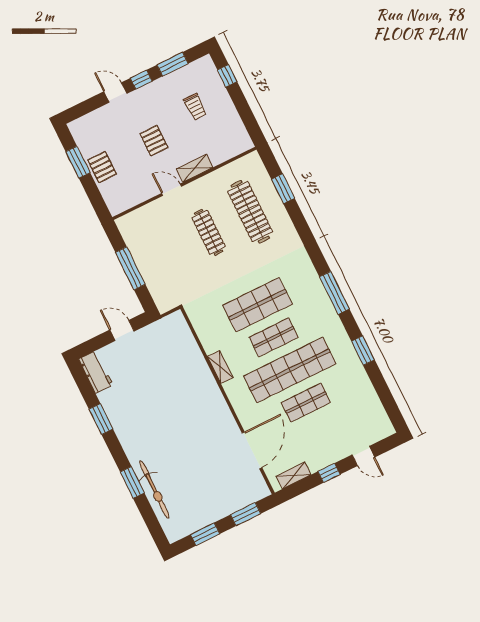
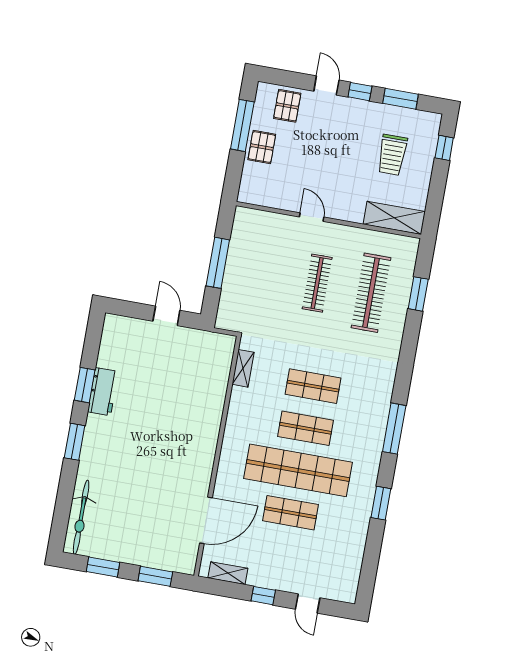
trolley: (195, 107) -> (392, 155), width x1.36, depth x1.39
pallet: (154, 141) -> (287, 106), moved
window: (78, 162) -> (242, 125), width x1.44
shelving: (195, 168) -> (394, 218), moved, width x1.50, depth x1.33
shop shelf: (258, 305) -> (313, 386), width x0.70, depth x0.74
shelving: (220, 367) -> (243, 368), moved
workbench: (96, 372) -> (103, 392), moved
window: (132, 482) -> (75, 442), moved
bicycle: (154, 490) -> (81, 517), moved

